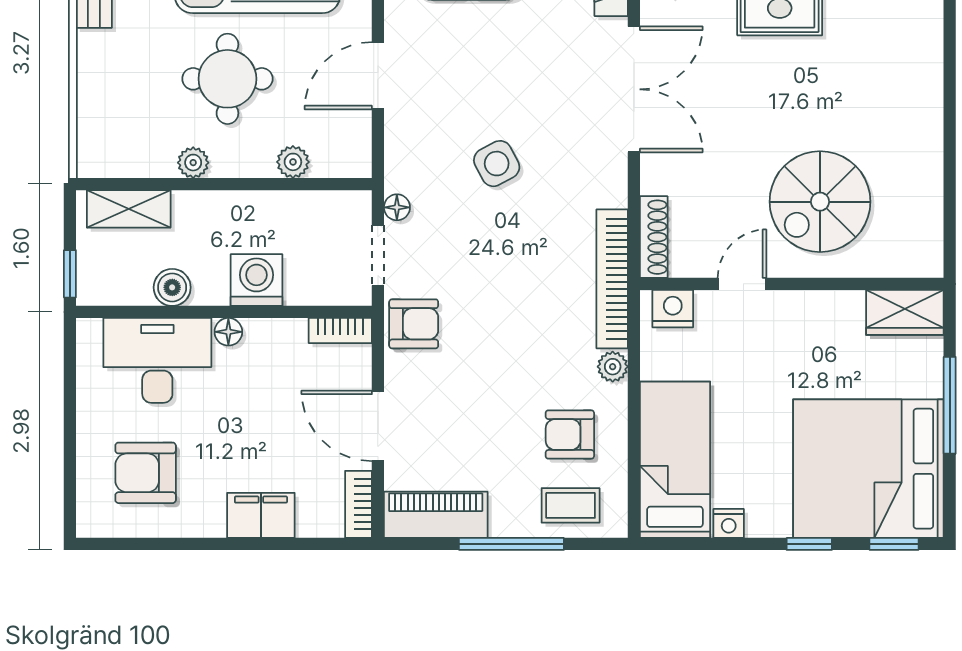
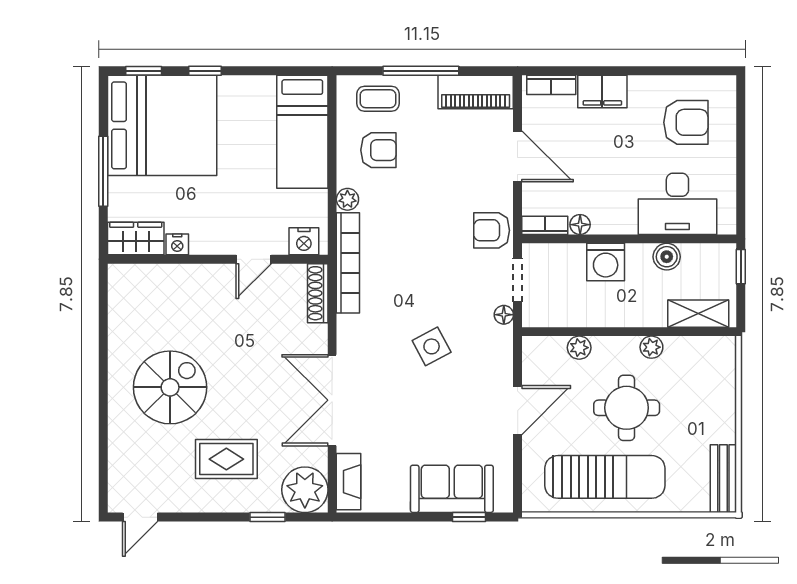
spiral stairs: (820, 202) -> (170, 387), moved
floor lamp: (228, 332) -> (580, 225), moved
bookcase: (358, 504) -> (551, 85), moved, turned 90
nightstand: (729, 523) -> (177, 244), moved, turned 180

